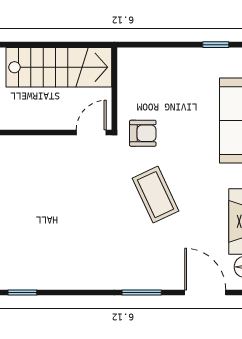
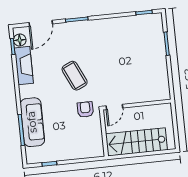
armchair: (143, 133) -> (85, 109), turned 90
door: (205, 292) -> (41, 23), hinge flipped

